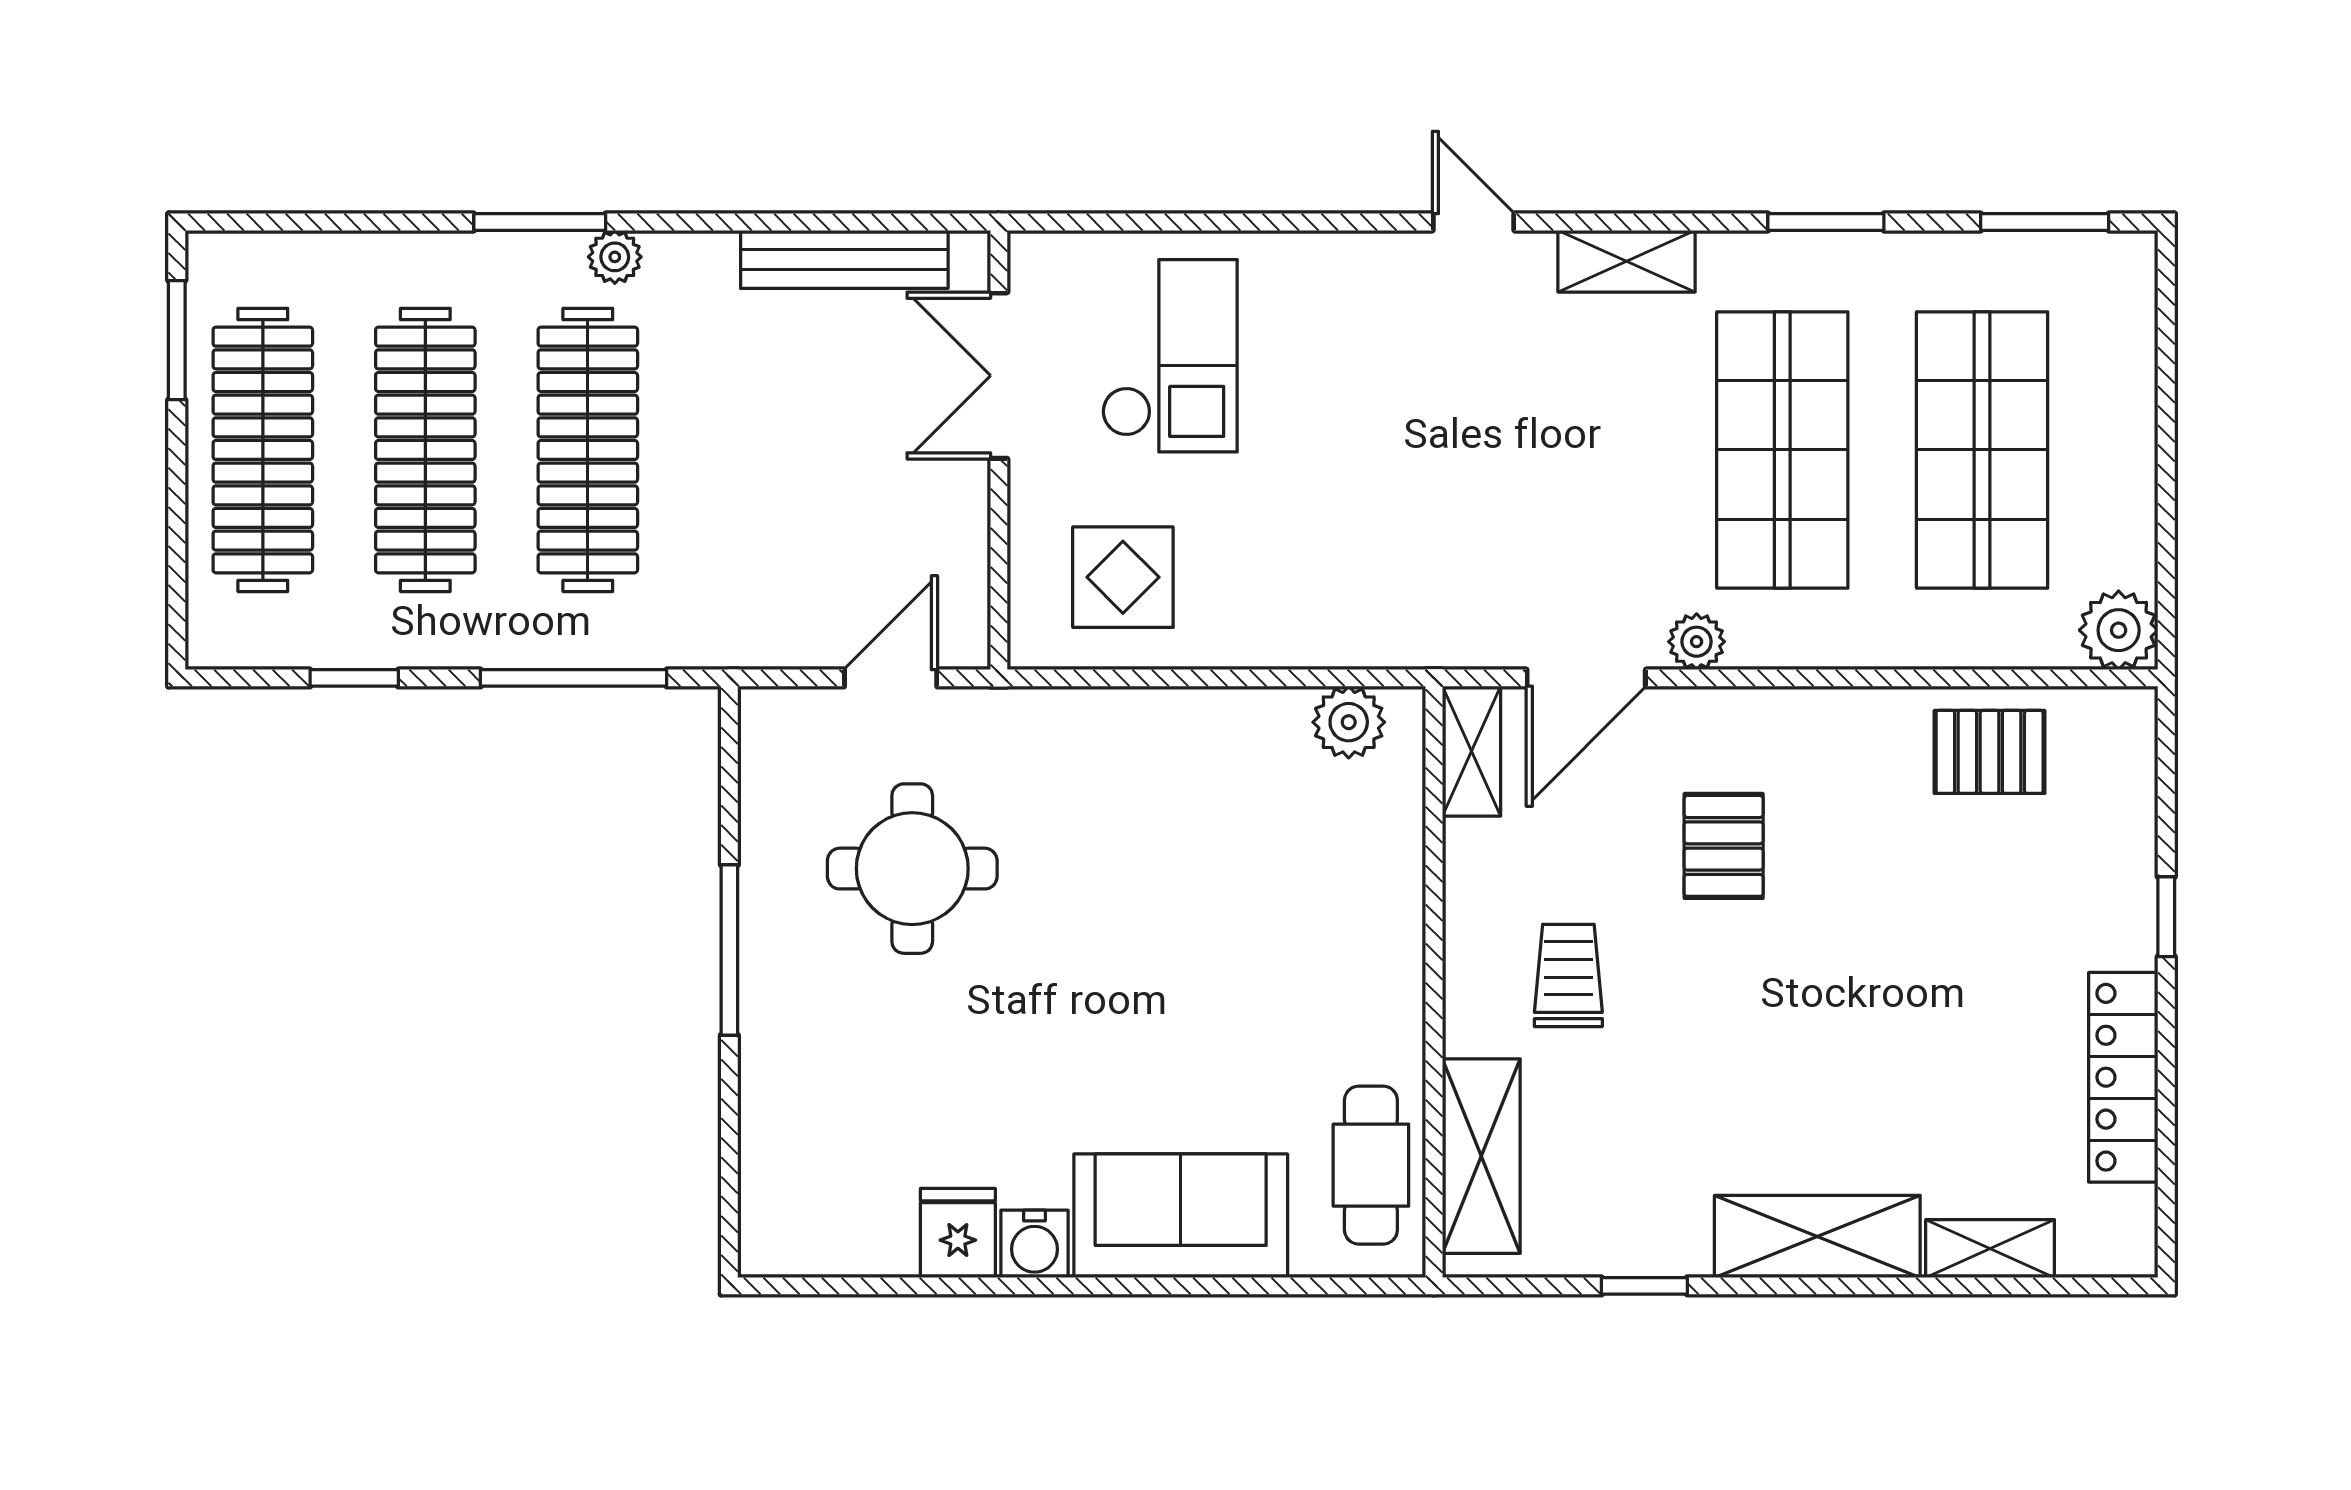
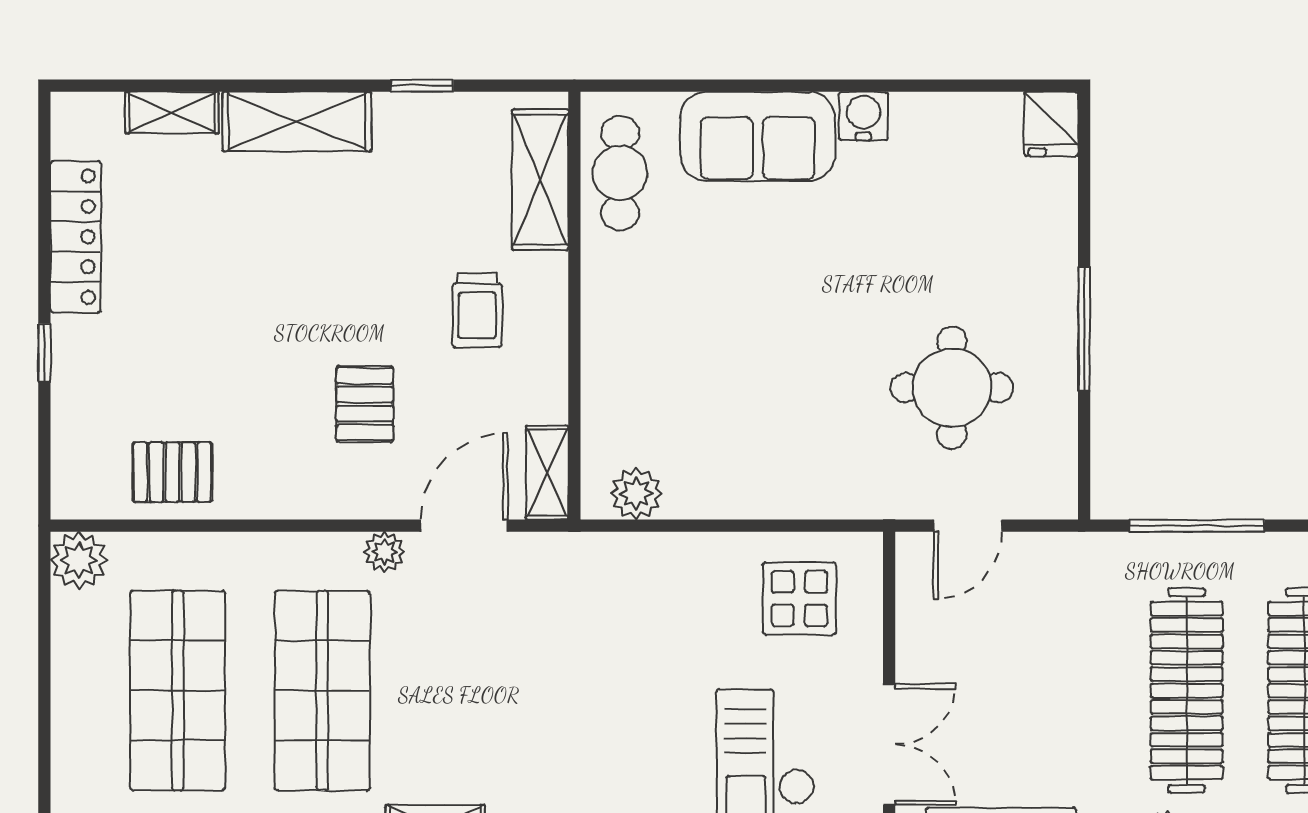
fridge: (958, 1233) -> (1051, 124), moved

